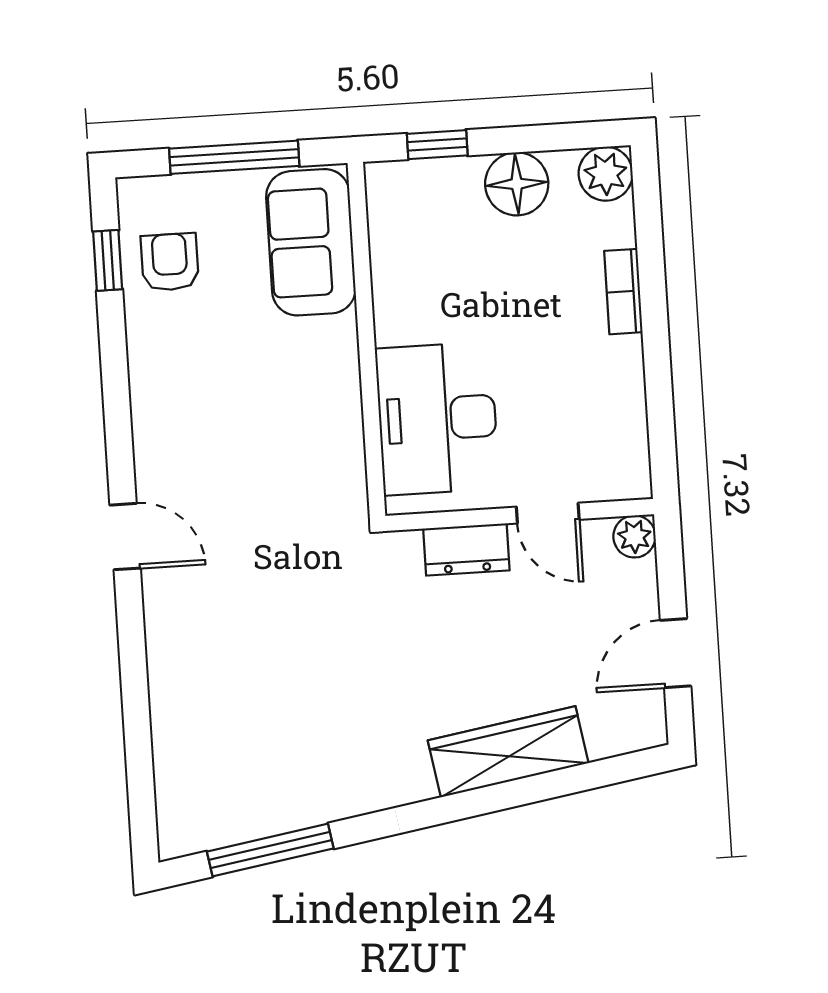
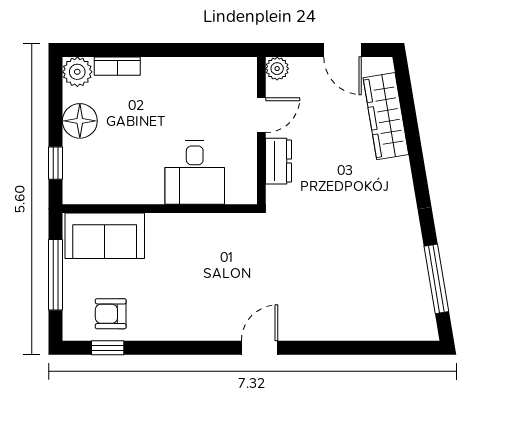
bookcase: (623, 292) -> (117, 66), moved
desk: (437, 419) -> (195, 173), width x0.73
wardrobe: (508, 752) -> (386, 116), moved

